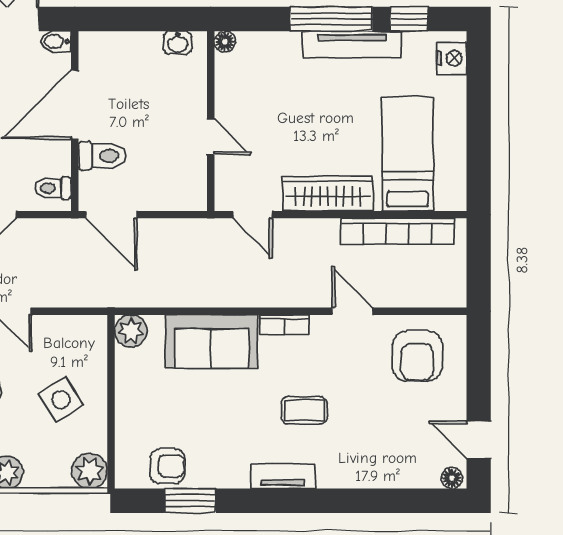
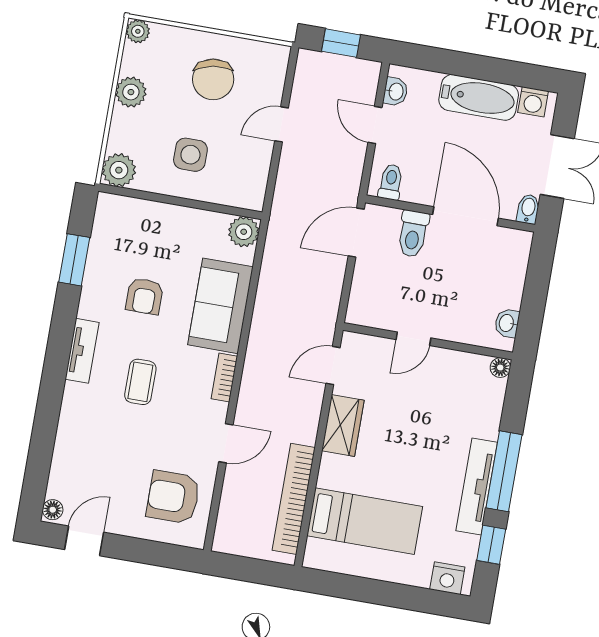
wardrobe: (328, 194) -> (343, 425), width x0.67
side table: (61, 400) -> (190, 155), turned 32
armchair: (167, 466) -> (144, 296), moved

